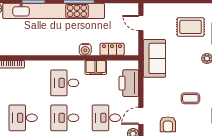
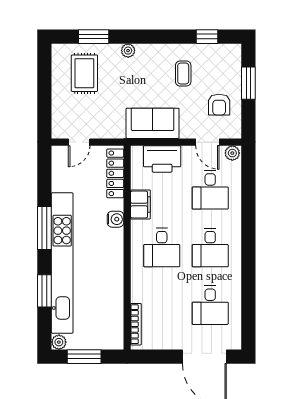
locker: (112, 49) -> (115, 173), width x1.53
sofa: (154, 58) -> (153, 123), moved
armchair: (168, 124) -> (219, 105), turned 90

